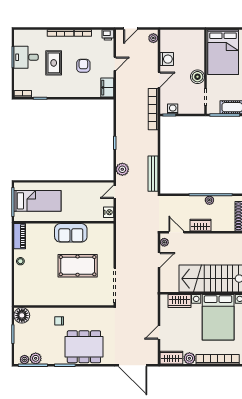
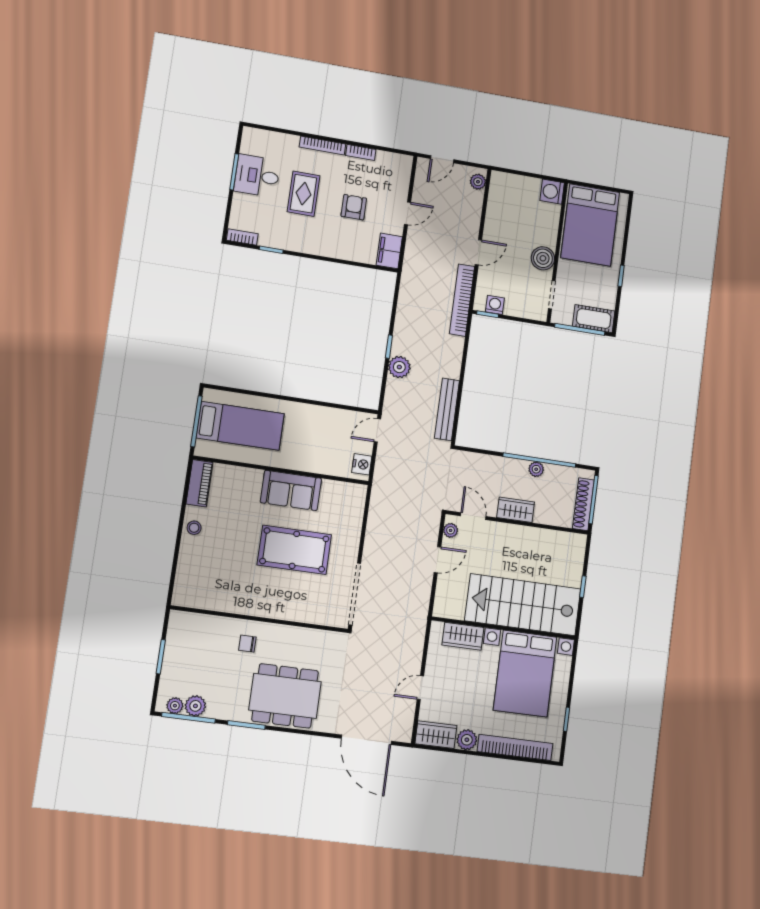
printer: (108, 35) -> (403, 163), removed
washing machine: (167, 59) -> (552, 192), moved, turned 180
plant: (122, 169) -> (399, 367), moved
floor lamp: (22, 315) -> (182, 625), removed

